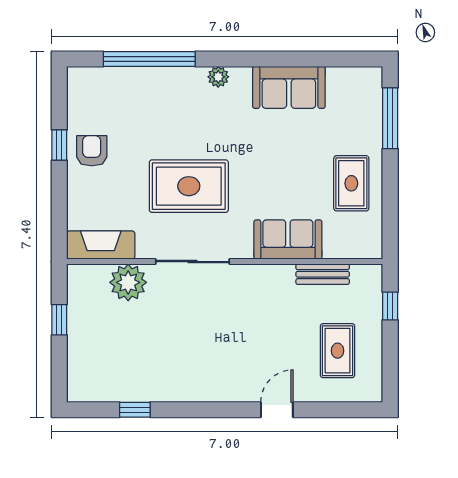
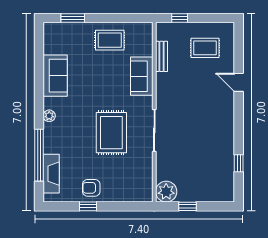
window: (390, 118) -> (73, 18), width x0.69
fireplace: (101, 245) -> (51, 174), moved, turned 180
plant: (128, 282) -> (166, 192), moved

